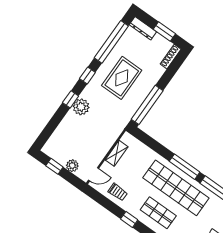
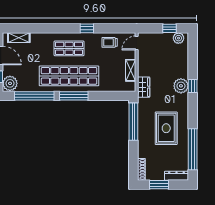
window: (87, 75) -> (193, 112), removed
wardrobe: (116, 130) -> (144, 87), added
plant: (72, 166) -> (178, 38), moved

